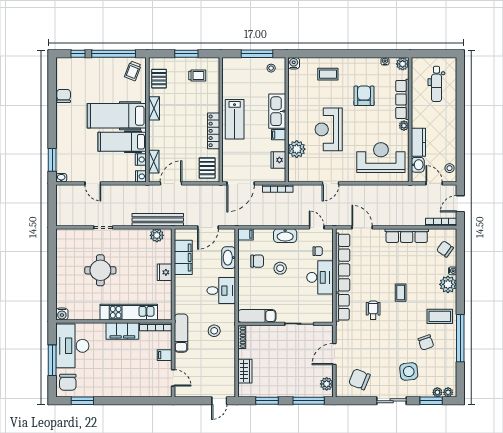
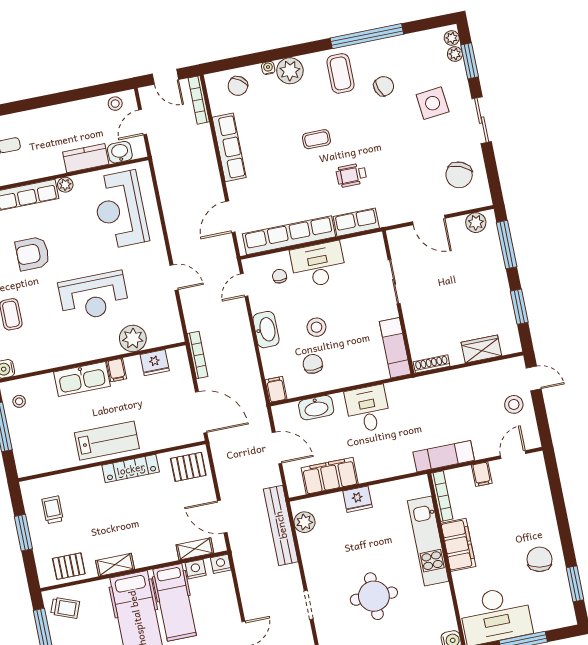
stool: (214, 331) -> (514, 404), moved
chair: (68, 382) -> (540, 559), moved, turned -79

